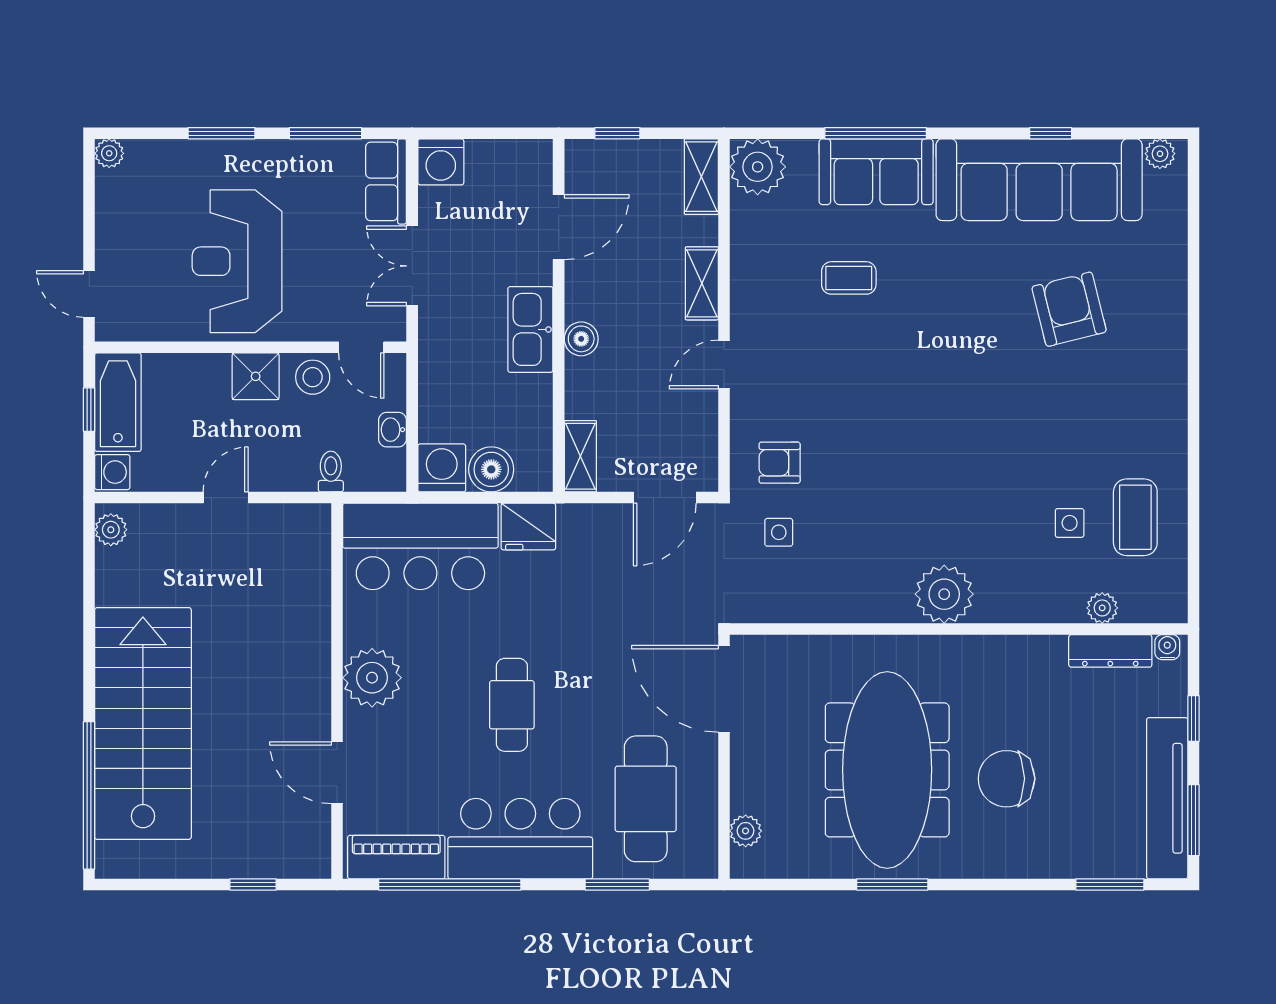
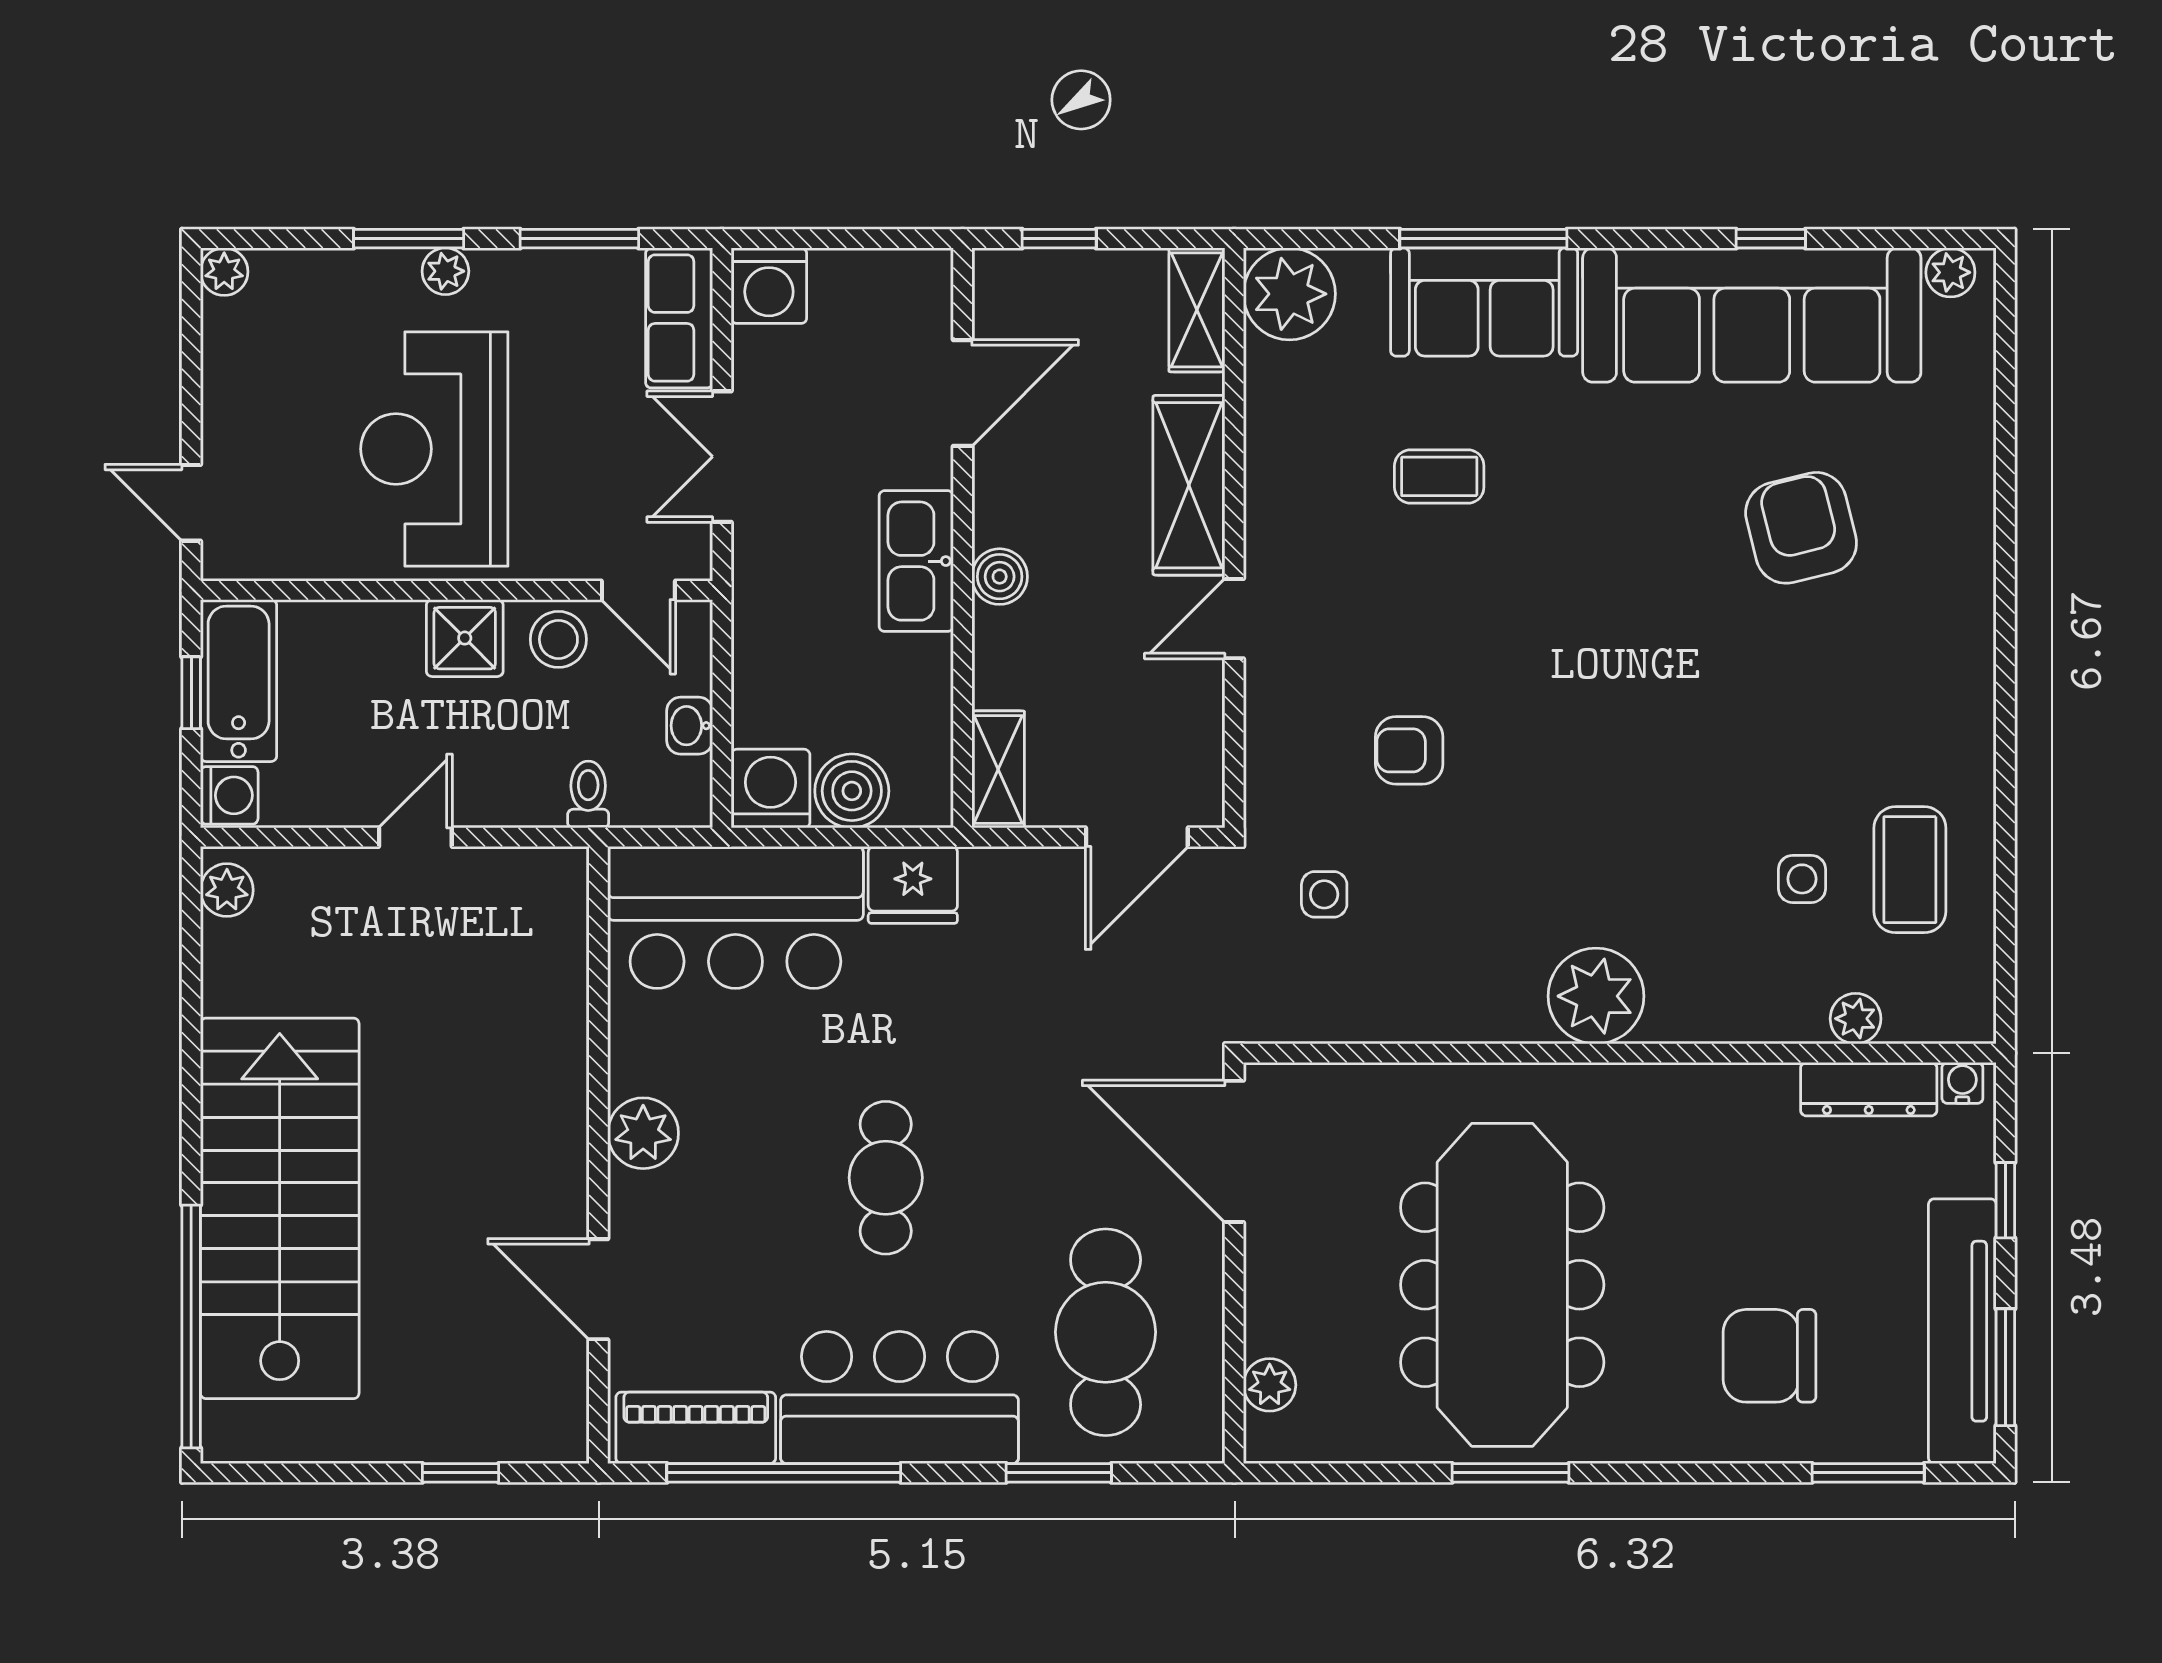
plant: (244, 153) -> (445, 271), added
shelving: (702, 283) -> (1189, 485), width x1.50, depth x1.33
armchair: (780, 463) -> (1409, 750), moved
plant: (372, 678) -> (643, 1133), width x0.73, depth x0.73
chair: (1007, 779) -> (1770, 1356), moved

